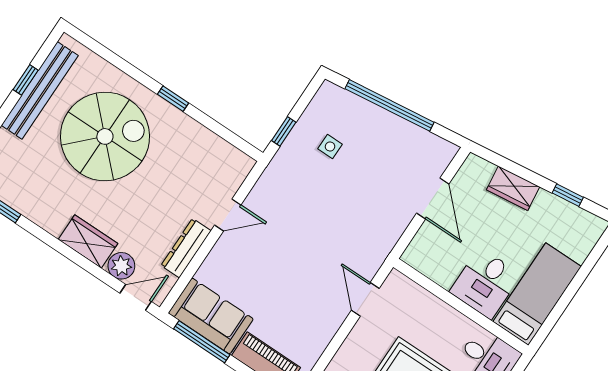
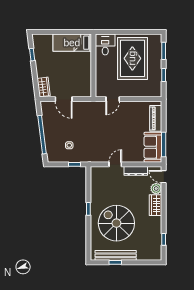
wardrobe: (513, 188) -> (44, 87), moved
door: (433, 198) -> (64, 99), swing flipped
door: (228, 215) -> (115, 164), hinge flipped
desk: (485, 283) -> (80, 62), removed

